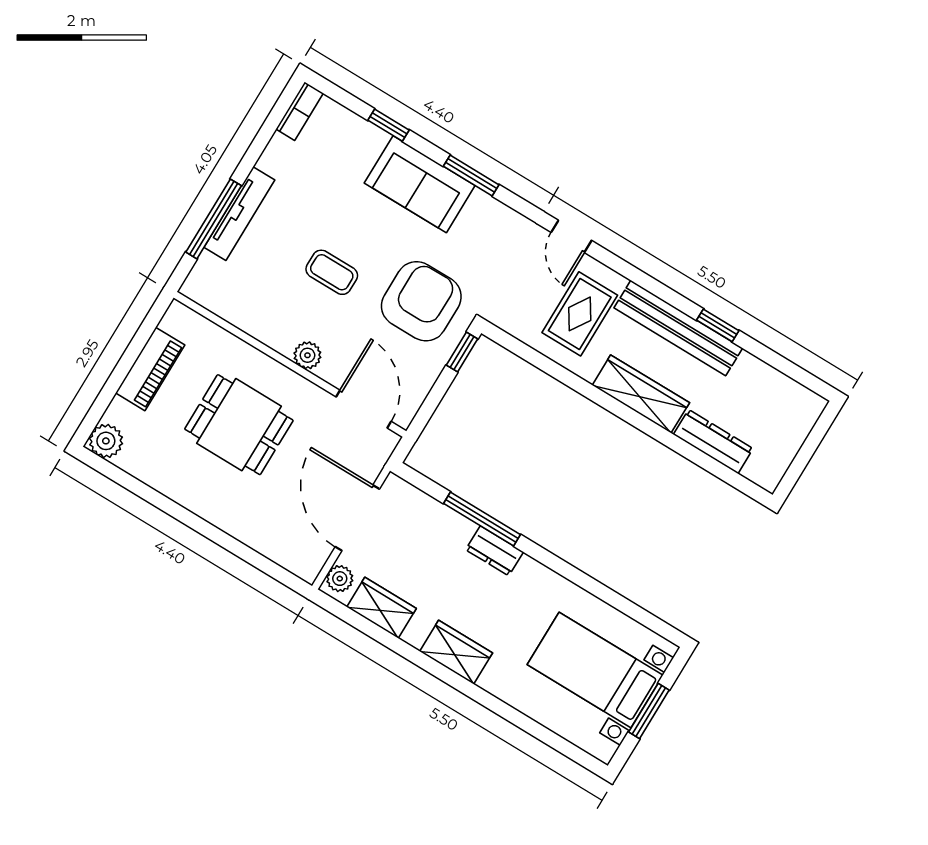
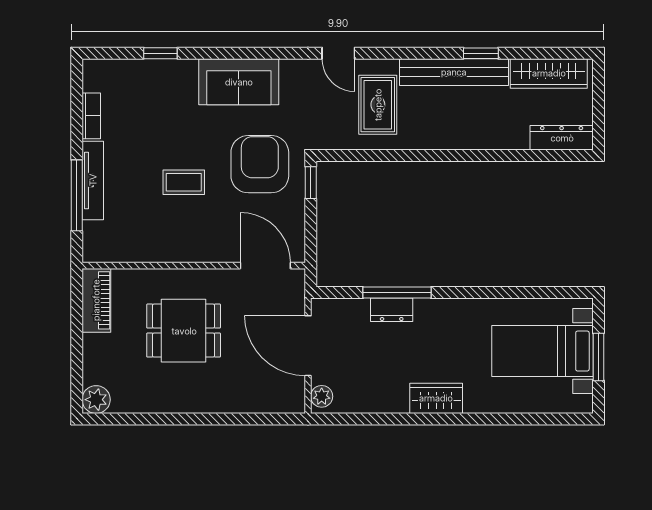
bookcase: (300, 111) -> (91, 116), moved
window: (471, 175) -> (241, 53), removed
sofa: (420, 184) -> (239, 82), moved
plant: (307, 355) -> (202, 252), removed
piano: (150, 369) -> (96, 300), moved
wardrobe: (641, 394) -> (549, 73), moved, turned 180
dresser: (713, 442) -> (562, 138), moved
dresser: (495, 551) -> (392, 310), moved
wardrobe: (381, 608) -> (364, 399), removed

